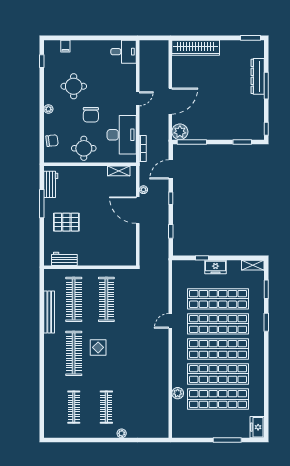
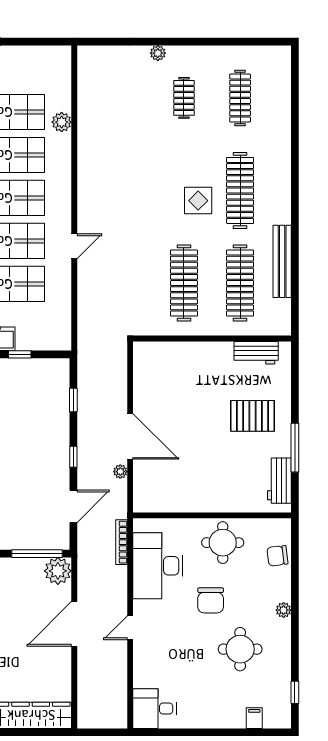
chair: (91, 115) -> (211, 600), turned 180
shelving: (119, 171) -> (163, 504), removed
clothes rail: (106, 407) -> (184, 98), width x0.73

